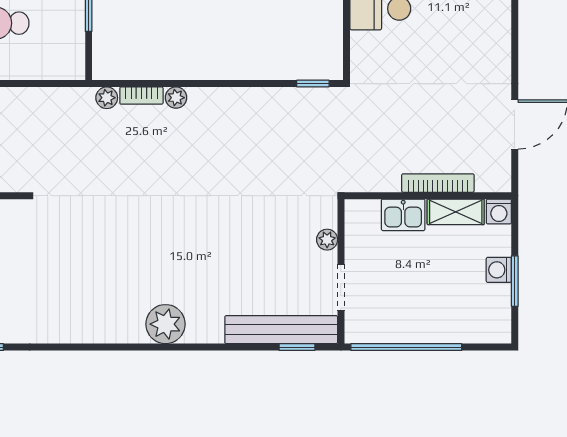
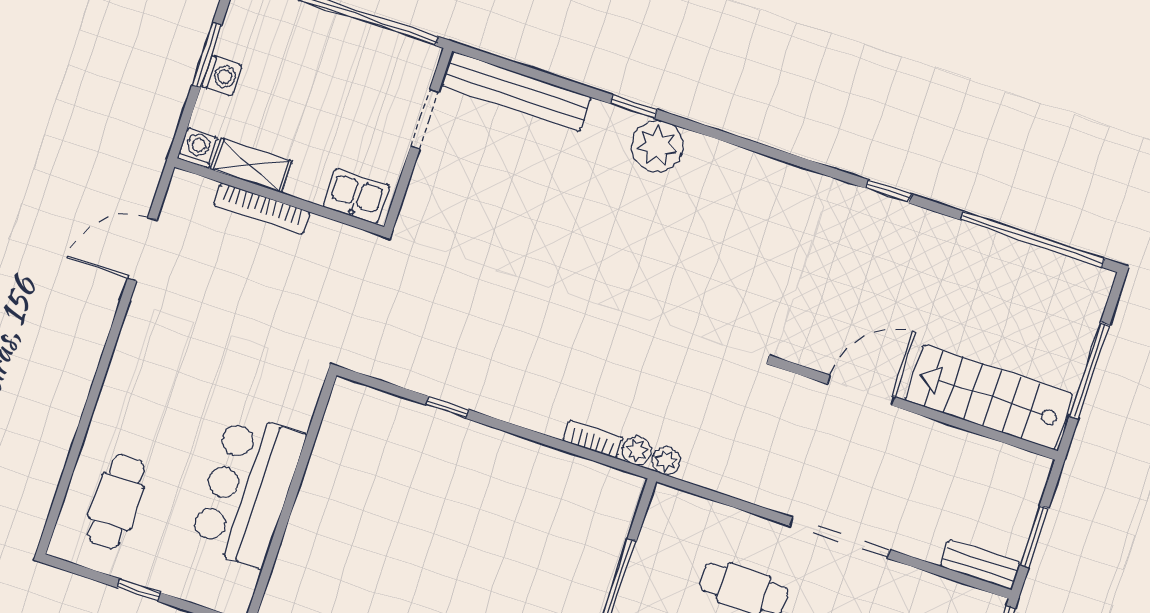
window: (313, 84) -> (447, 407), moved
plant: (176, 98) -> (666, 461), moved
kitchen sink: (403, 215) -> (356, 196), moved
plant: (327, 240) -> (422, 184), removed
window: (297, 347) -> (634, 107), moved

